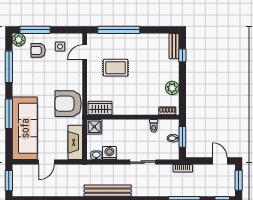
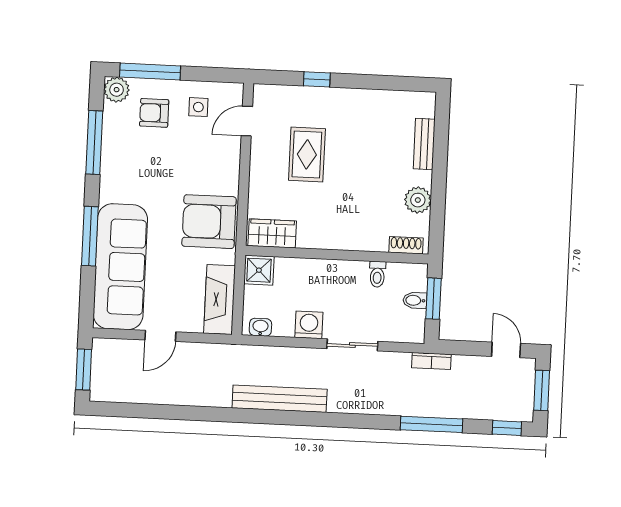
window: (119, 30) -> (317, 79), width x0.32
bench: (174, 46) -> (424, 144), moved
window: (182, 55) -> (441, 136), removed
rug: (116, 68) -> (307, 154), turned 90
washing machine: (109, 153) -> (309, 325), moved

